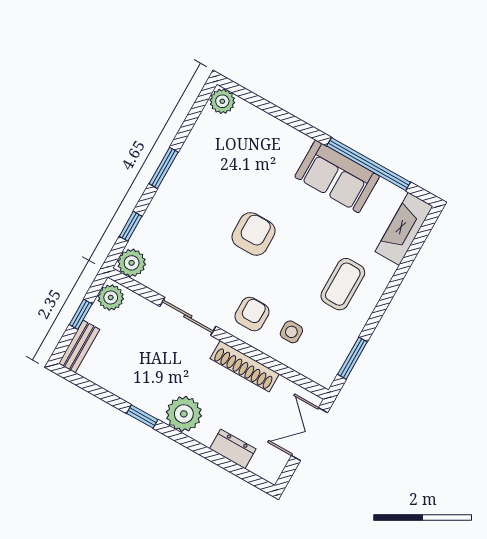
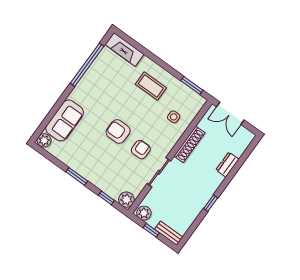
sofa: (337, 177) -> (65, 120), moved
armchair: (252, 314) -> (141, 150), moved, turned 90
plant: (184, 414) -> (212, 180), removed
dresser: (233, 449) -> (227, 165), moved

